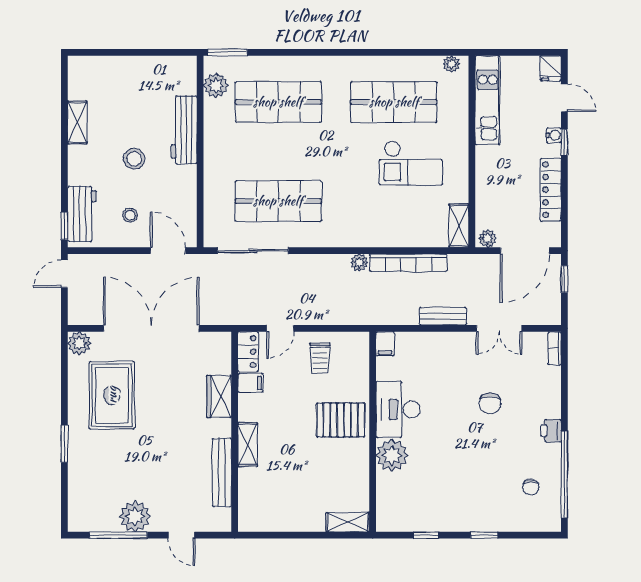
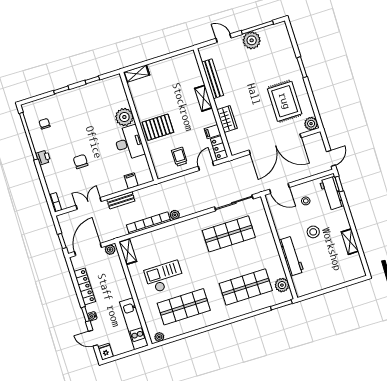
filing cabinet: (385, 344) -> (131, 181), moved

